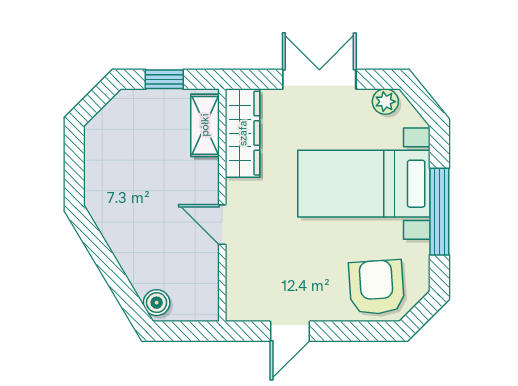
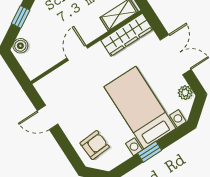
window: (439, 212) -> (150, 152), width x0.46
window: (114, 274) -> (21, 17), added
armchair: (377, 287) -> (95, 145), width x0.72, depth x0.72

